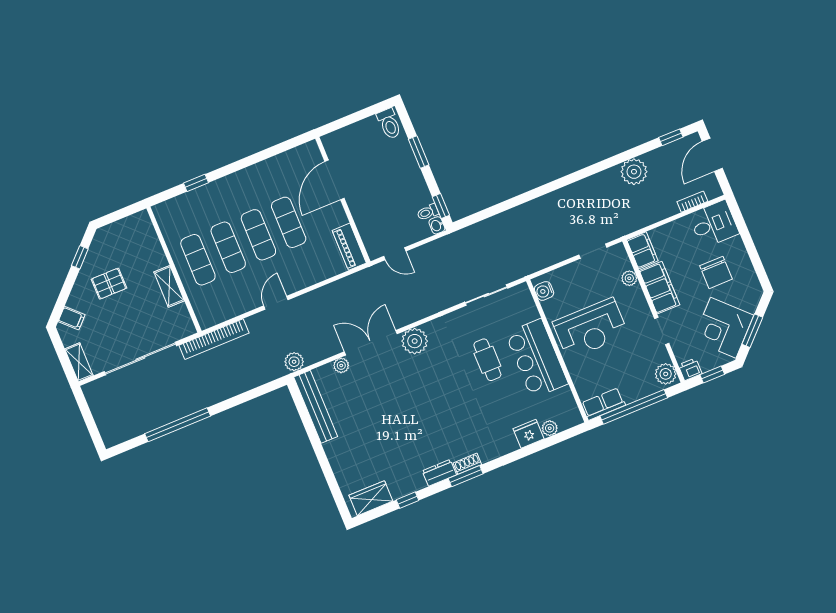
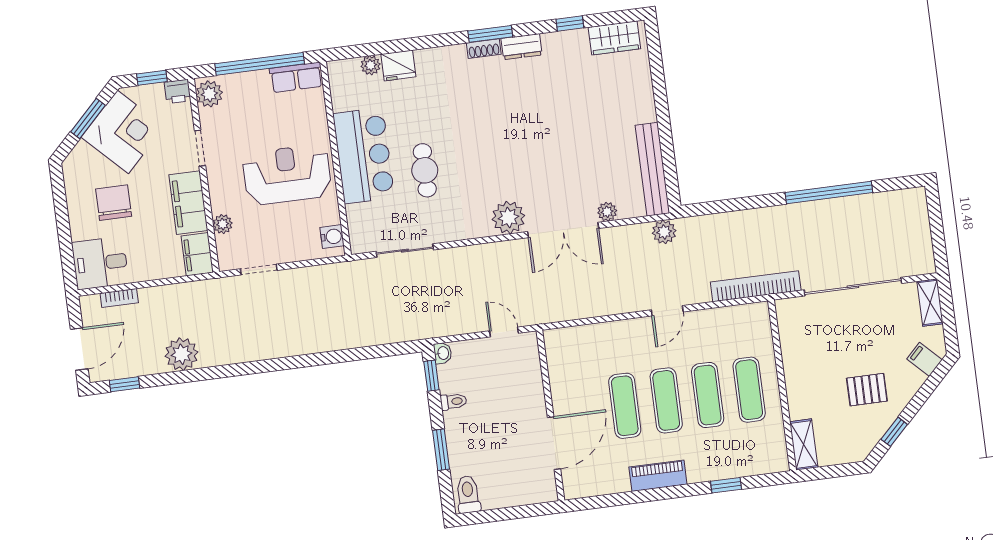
toilet: (428, 212) -> (453, 402), moved
piano: (349, 247) -> (658, 476), moved, turned -90
shelving: (169, 286) -> (804, 445), moved

